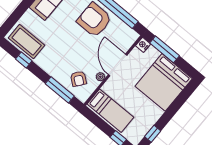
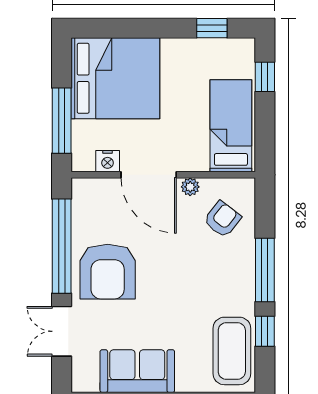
nightstand: (143, 45) -> (108, 161), moved
door: (118, 65) -> (149, 175), hinge flipped
window: (60, 90) -> (265, 270), moved

